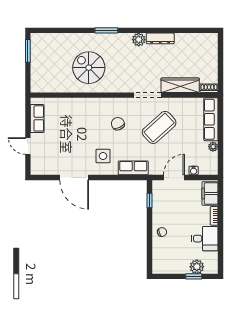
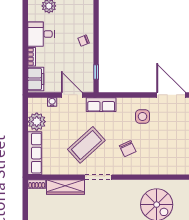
plant: (213, 147) -> (37, 122), width x1.87, depth x1.87
row of seats: (133, 168) -> (101, 105), moved
door: (174, 177) -> (72, 95), swing flipped

